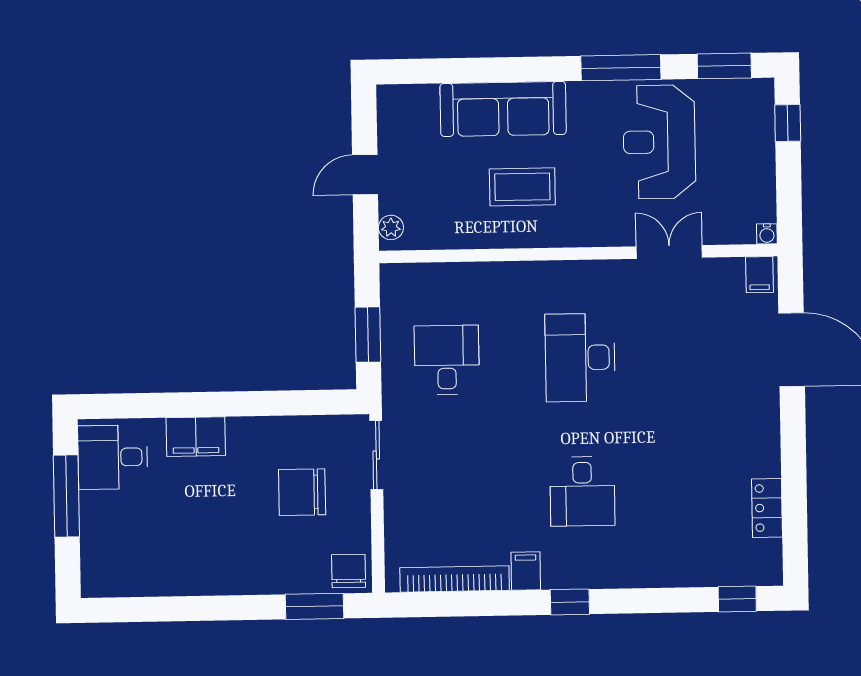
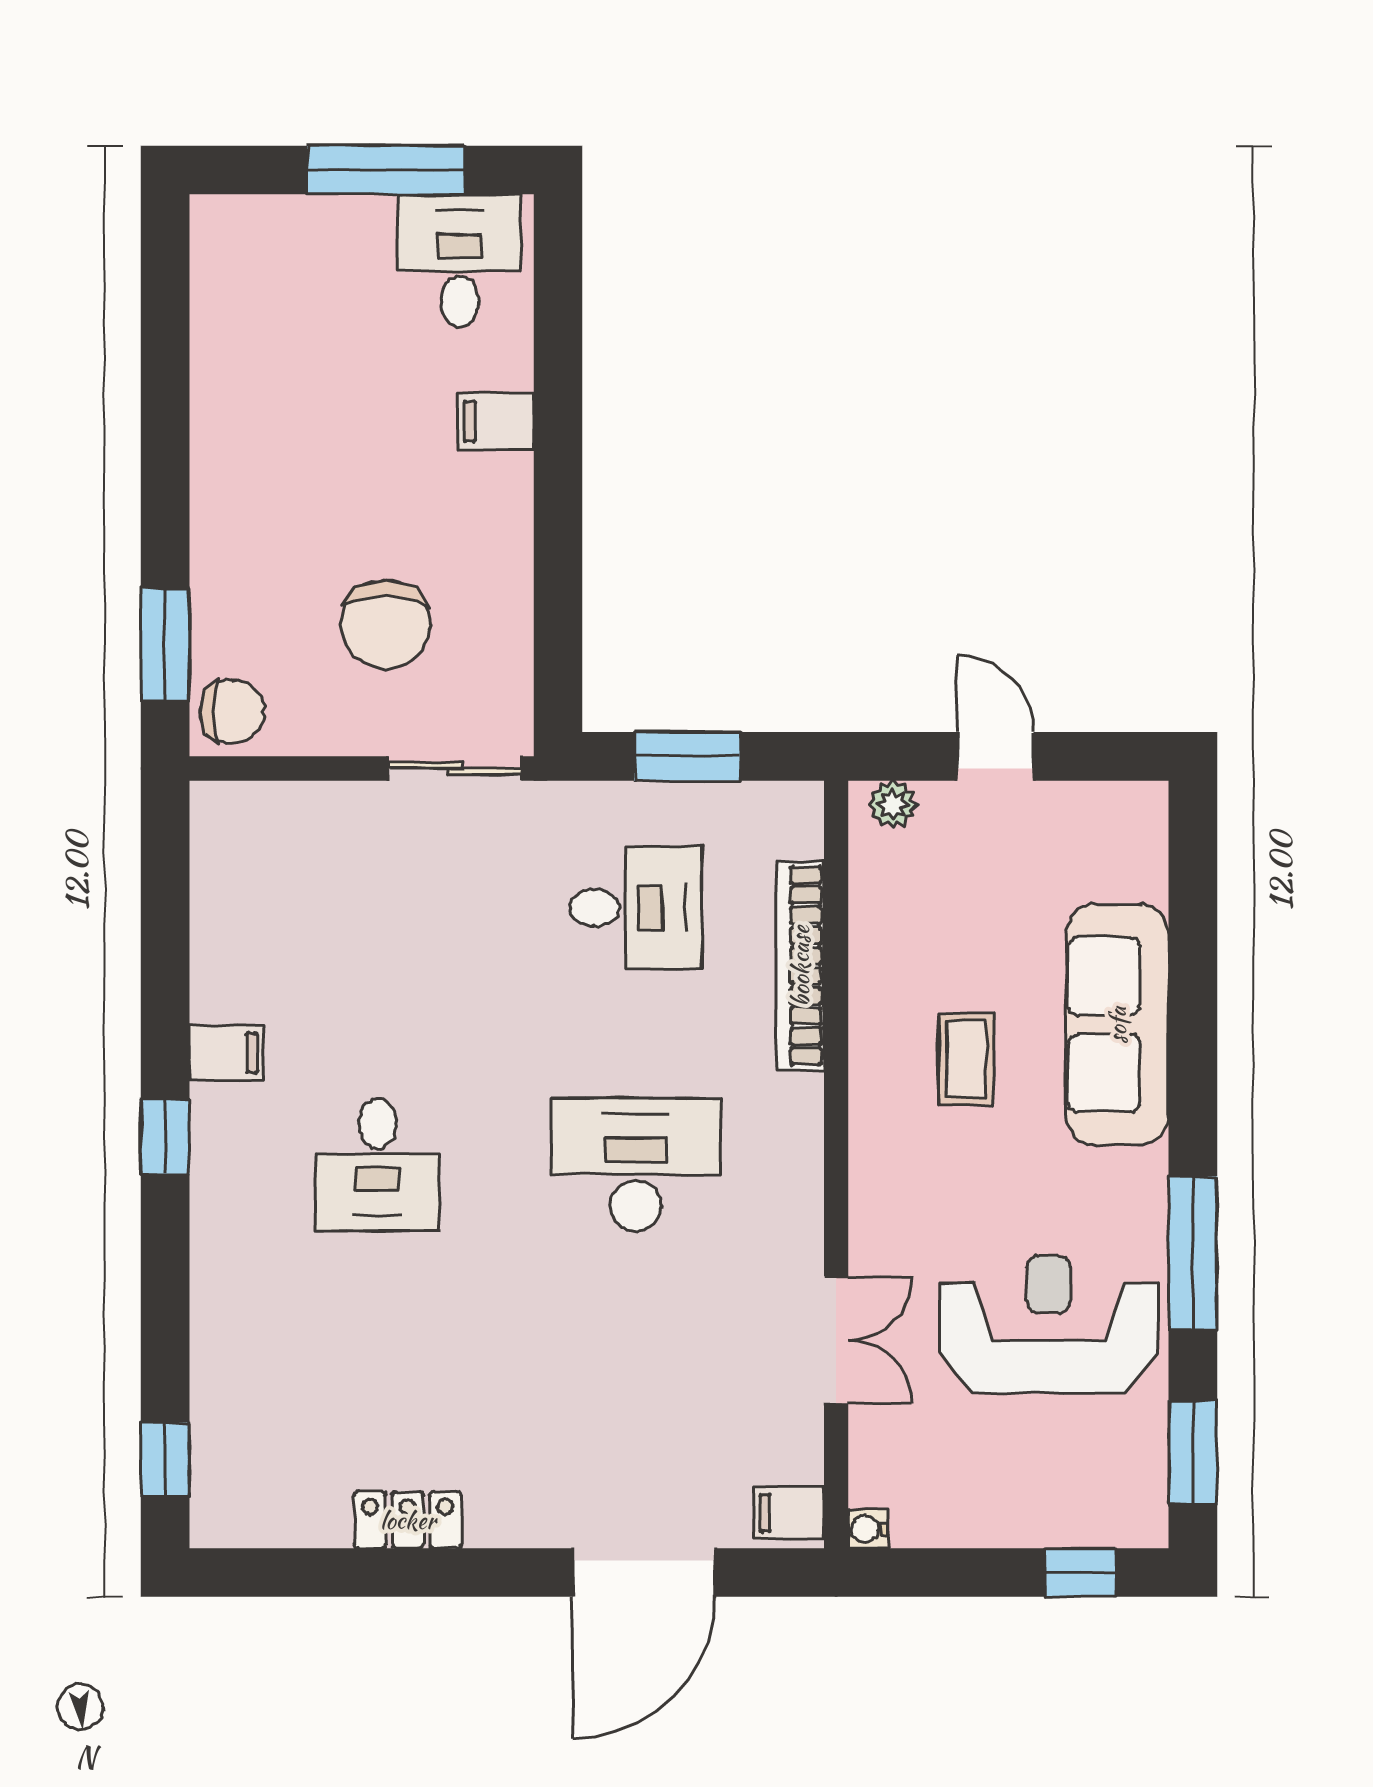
coffee table: (522, 187) -> (967, 1059), width x0.73, depth x0.77
filing cabinet: (196, 437) -> (496, 421), width x0.50
desk: (582, 491) -> (378, 1164), turned -90
chair: (302, 492) -> (386, 624), turned 180
locker: (767, 508) -> (408, 1520), moved
bookcase: (455, 579) -> (800, 966), moved, turned 180

